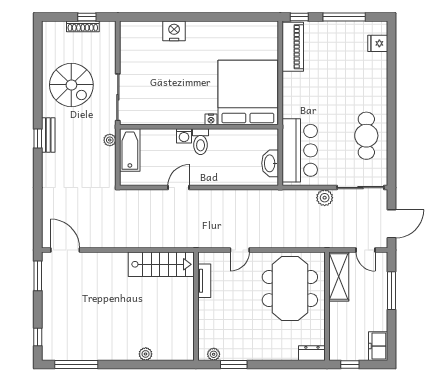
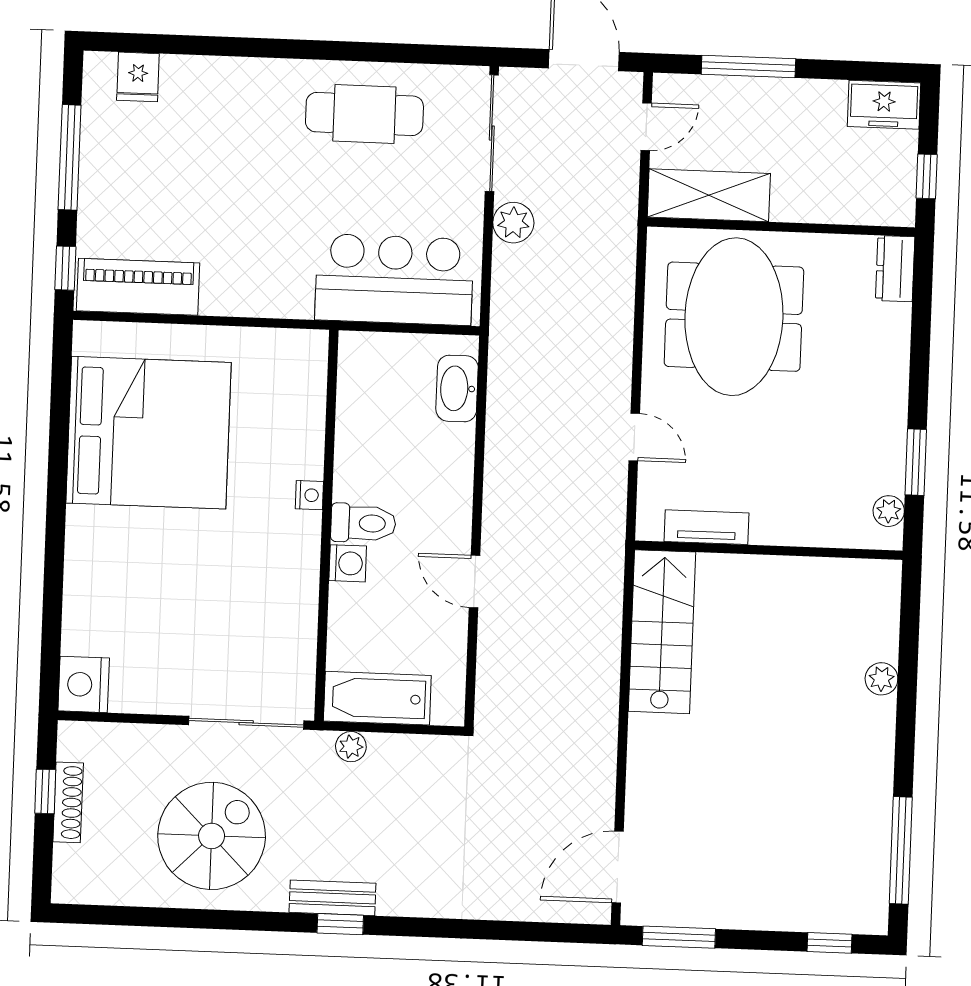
nightstand: (174, 31) -> (84, 684), moved
bed: (248, 92) -> (149, 433), moved, turned 180
washbasin: (270, 163) -> (457, 388), moved, turned 90
meeting table: (290, 289) -> (734, 317), turned 90

